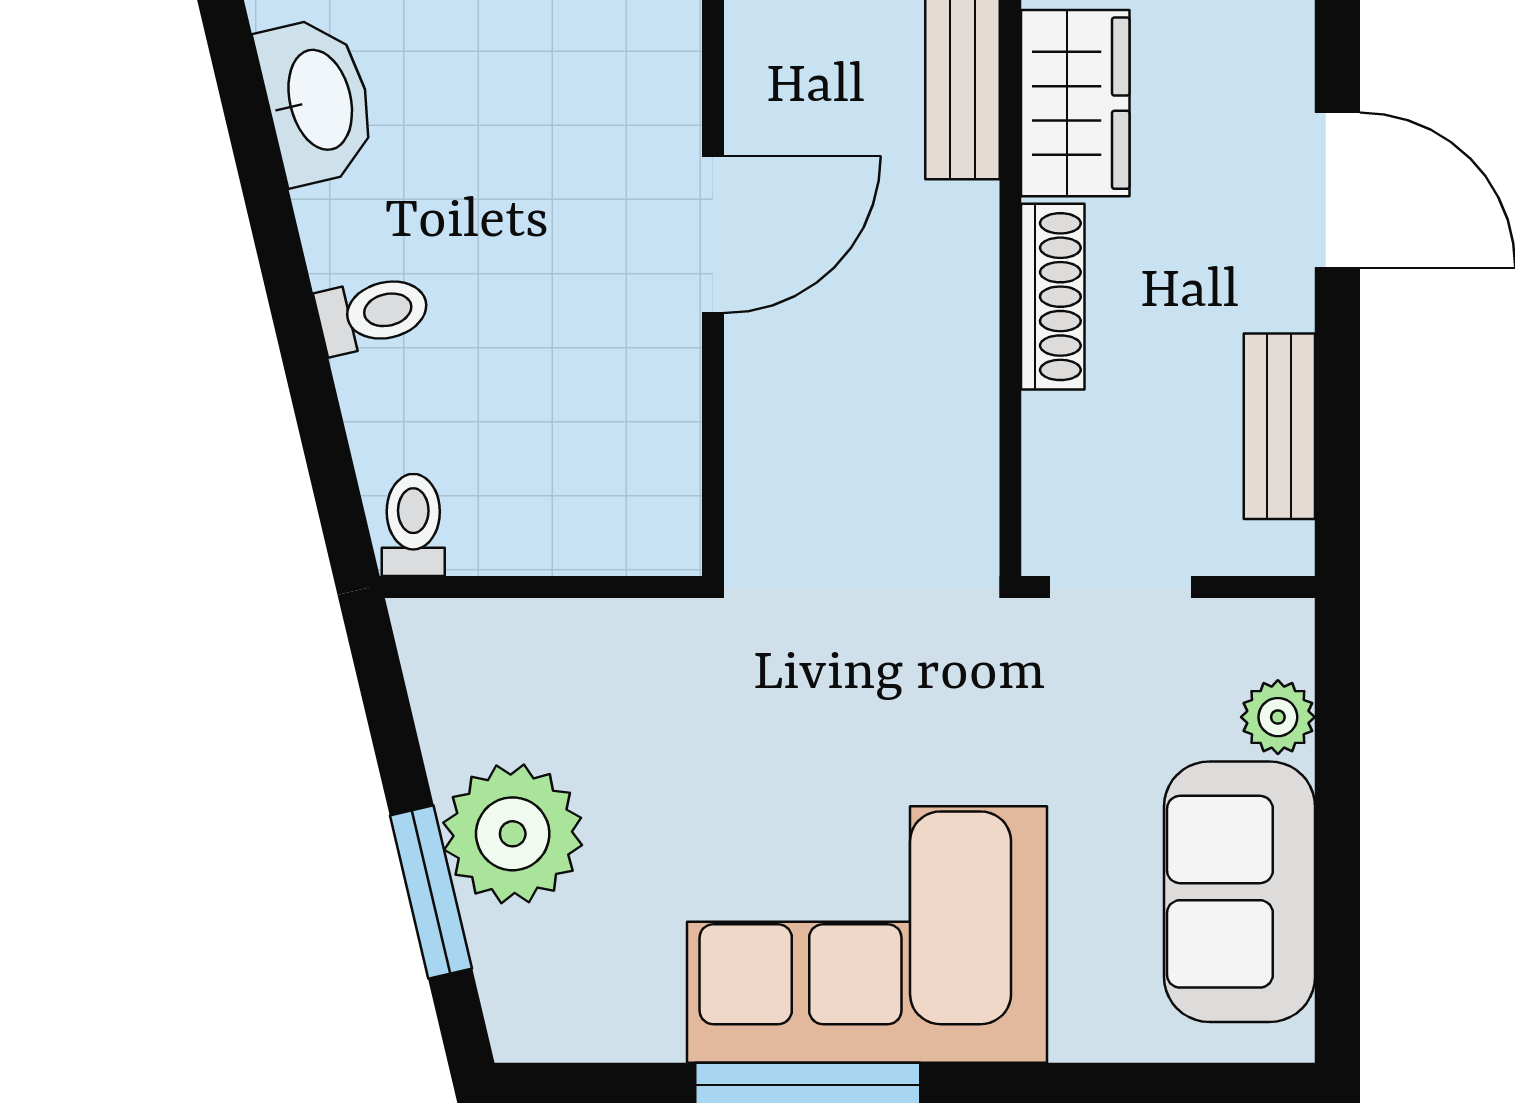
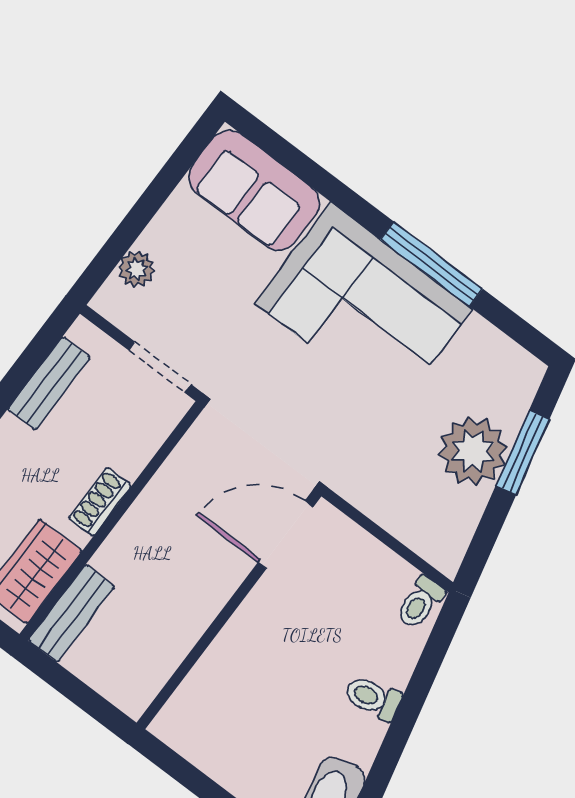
door: (713, 234) -> (286, 535), moved
shoe rack: (1053, 297) -> (100, 502), width x0.70
sofa: (1239, 892) -> (254, 190), moved, turned 90

